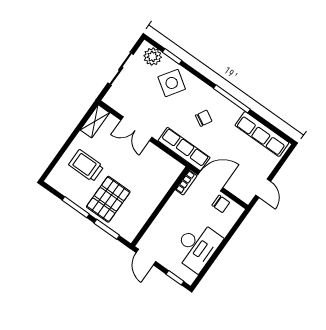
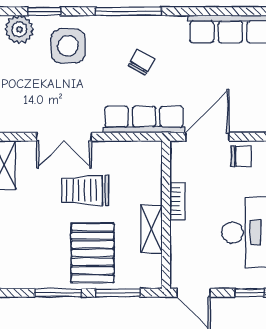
side table: (172, 83) -> (68, 46), turned -34
window: (232, 99) -> (129, 11), moved
trolley: (86, 166) -> (85, 190), moved
bookcase: (186, 183) -> (178, 201), moved
shelving: (147, 209) -> (151, 229), added

